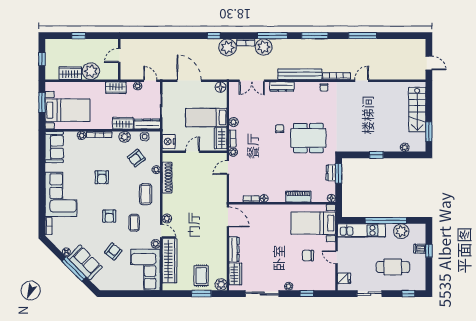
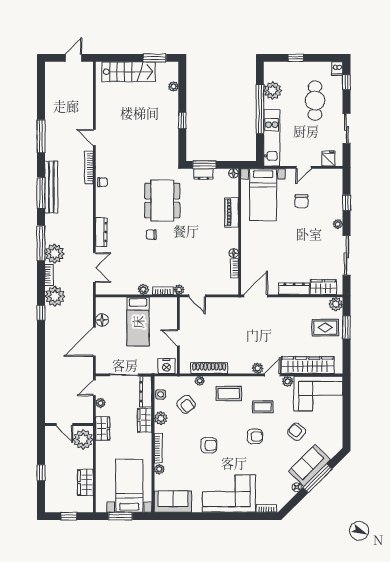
plant: (91, 71) -> (83, 439), moved
bench: (300, 74) -> (51, 187), moved
floor lamp: (220, 87) -> (102, 320), moved
wardrobe: (221, 138) -> (163, 305), removed
dishwasher: (420, 249) -> (337, 69), moved

